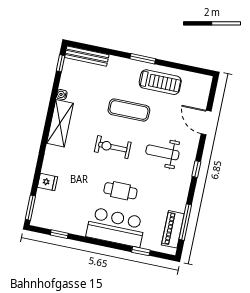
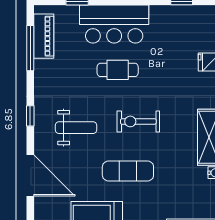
door: (206, 122) -> (30, 175), width x1.36
exercise bike: (113, 147) -> (138, 121), turned 180

